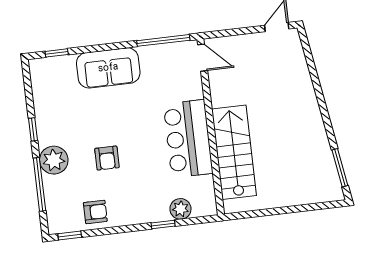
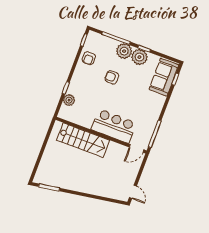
sofa: (108, 68) -> (164, 77), moved
plant: (51, 130) -> (139, 57), added
bar counter: (188, 139) -> (114, 126), moved

